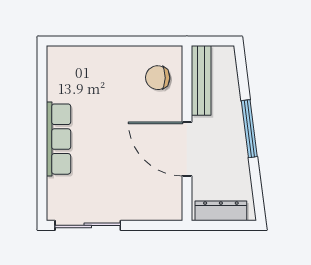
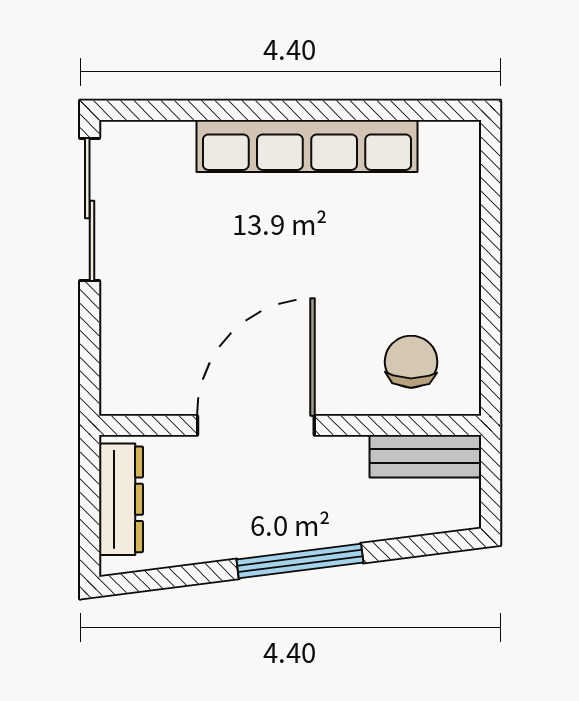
bench: (201, 80) -> (425, 456), width x0.73
row of seats: (59, 139) -> (307, 146), width x1.36

